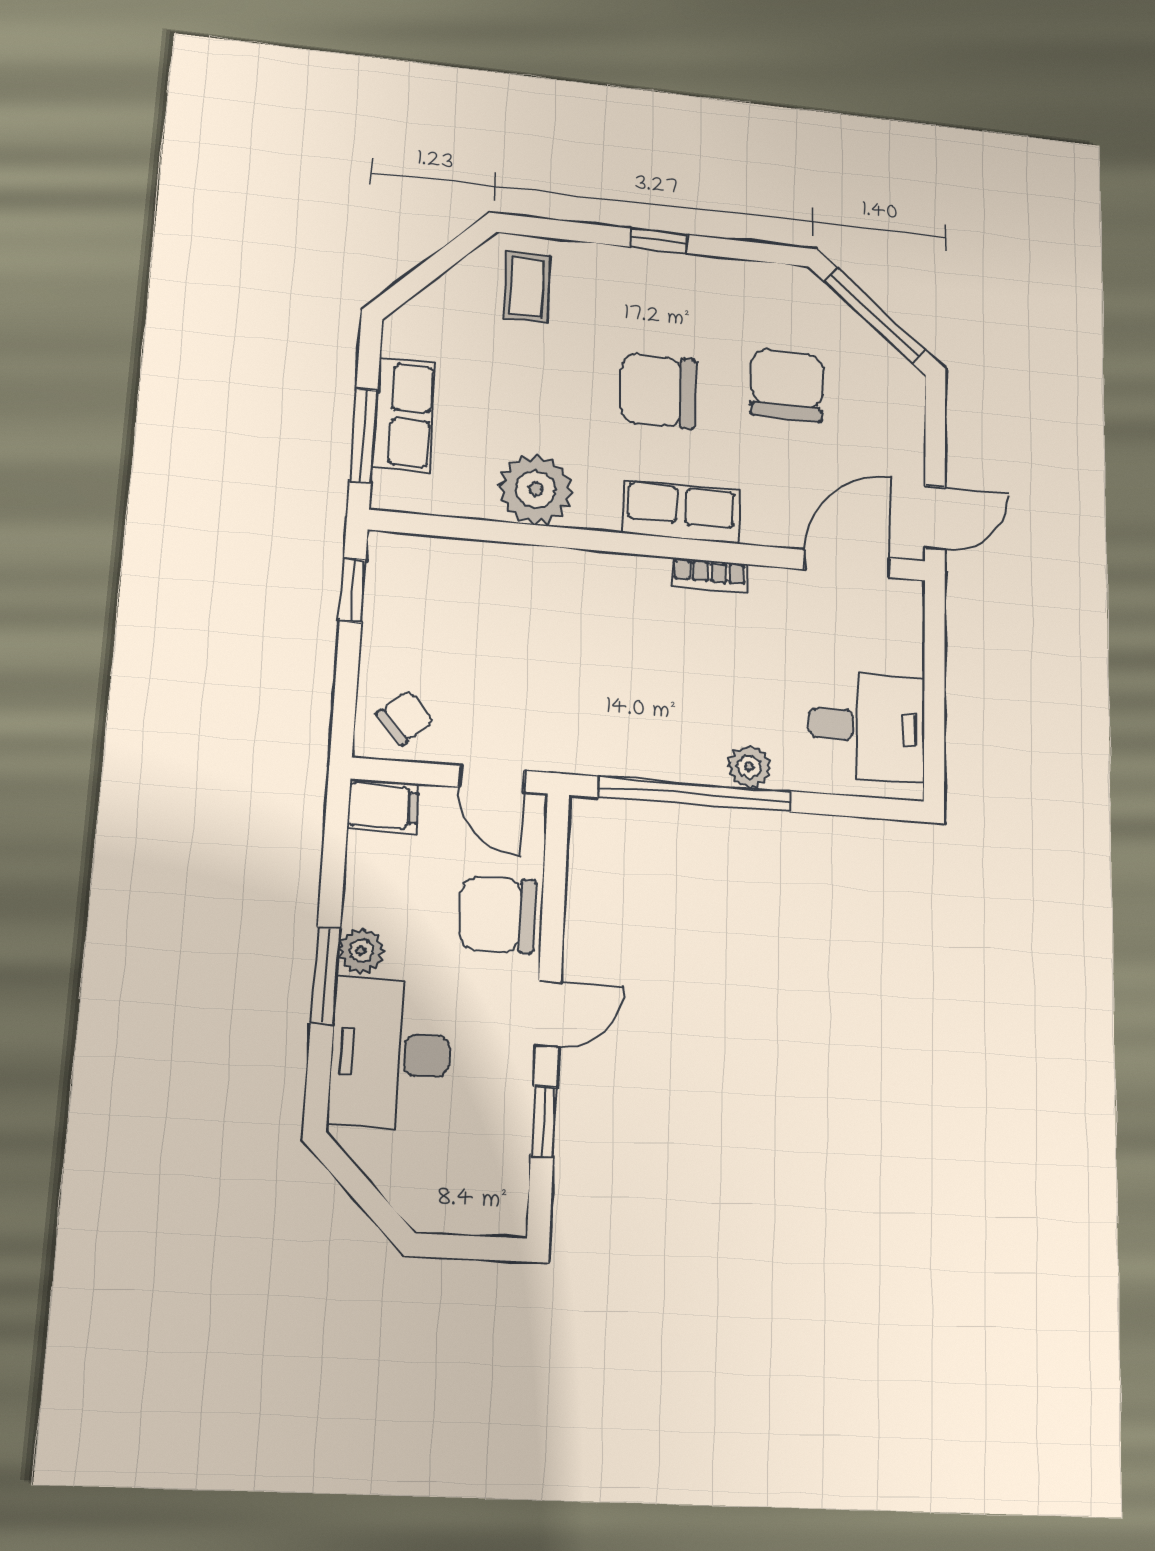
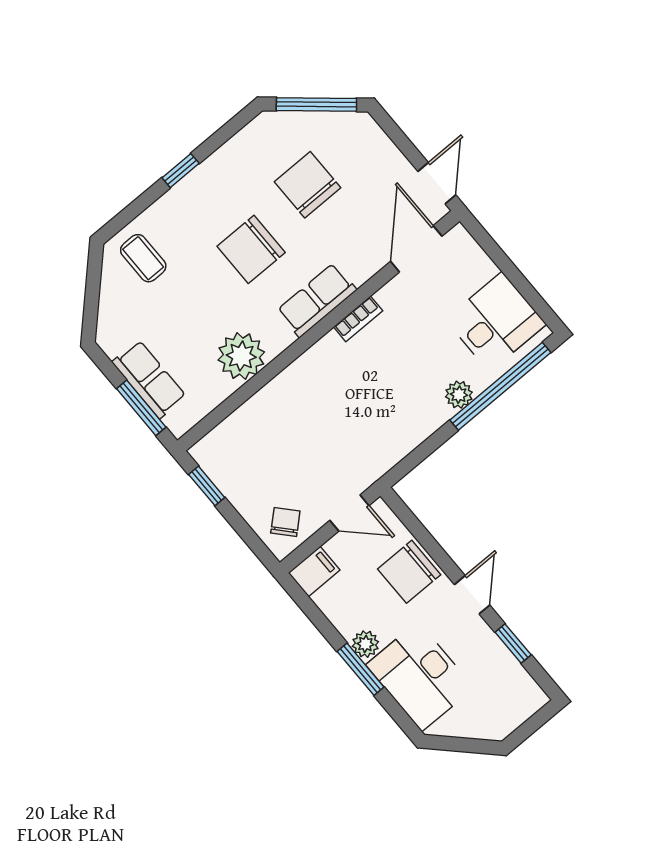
window: (695, 794) -> (500, 386), moved

